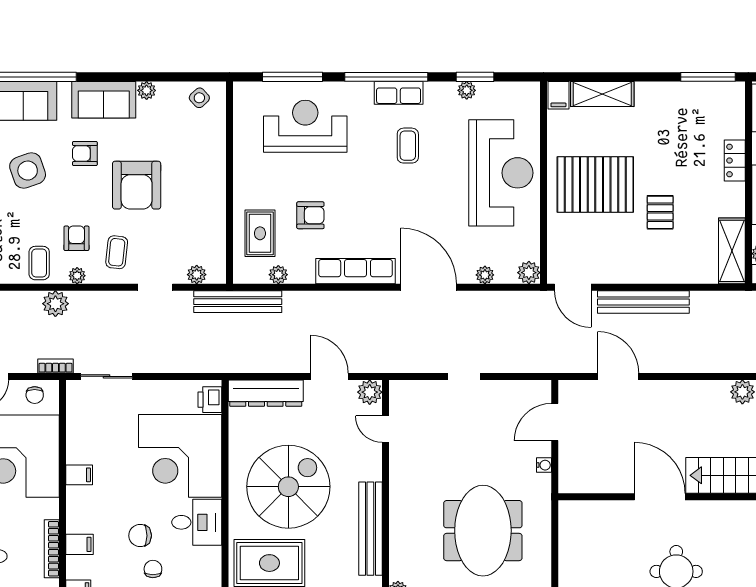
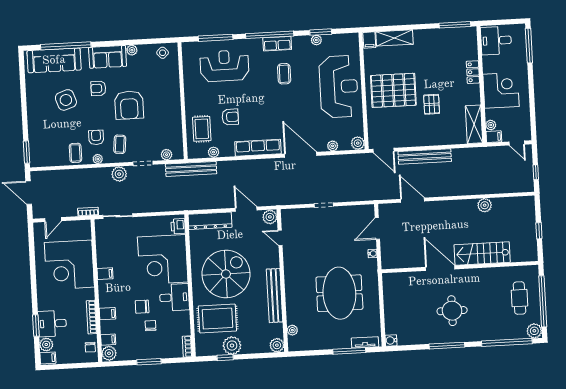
plant: (55, 304) -> (119, 174), moved
chair: (35, 395) -> (77, 229), removed

